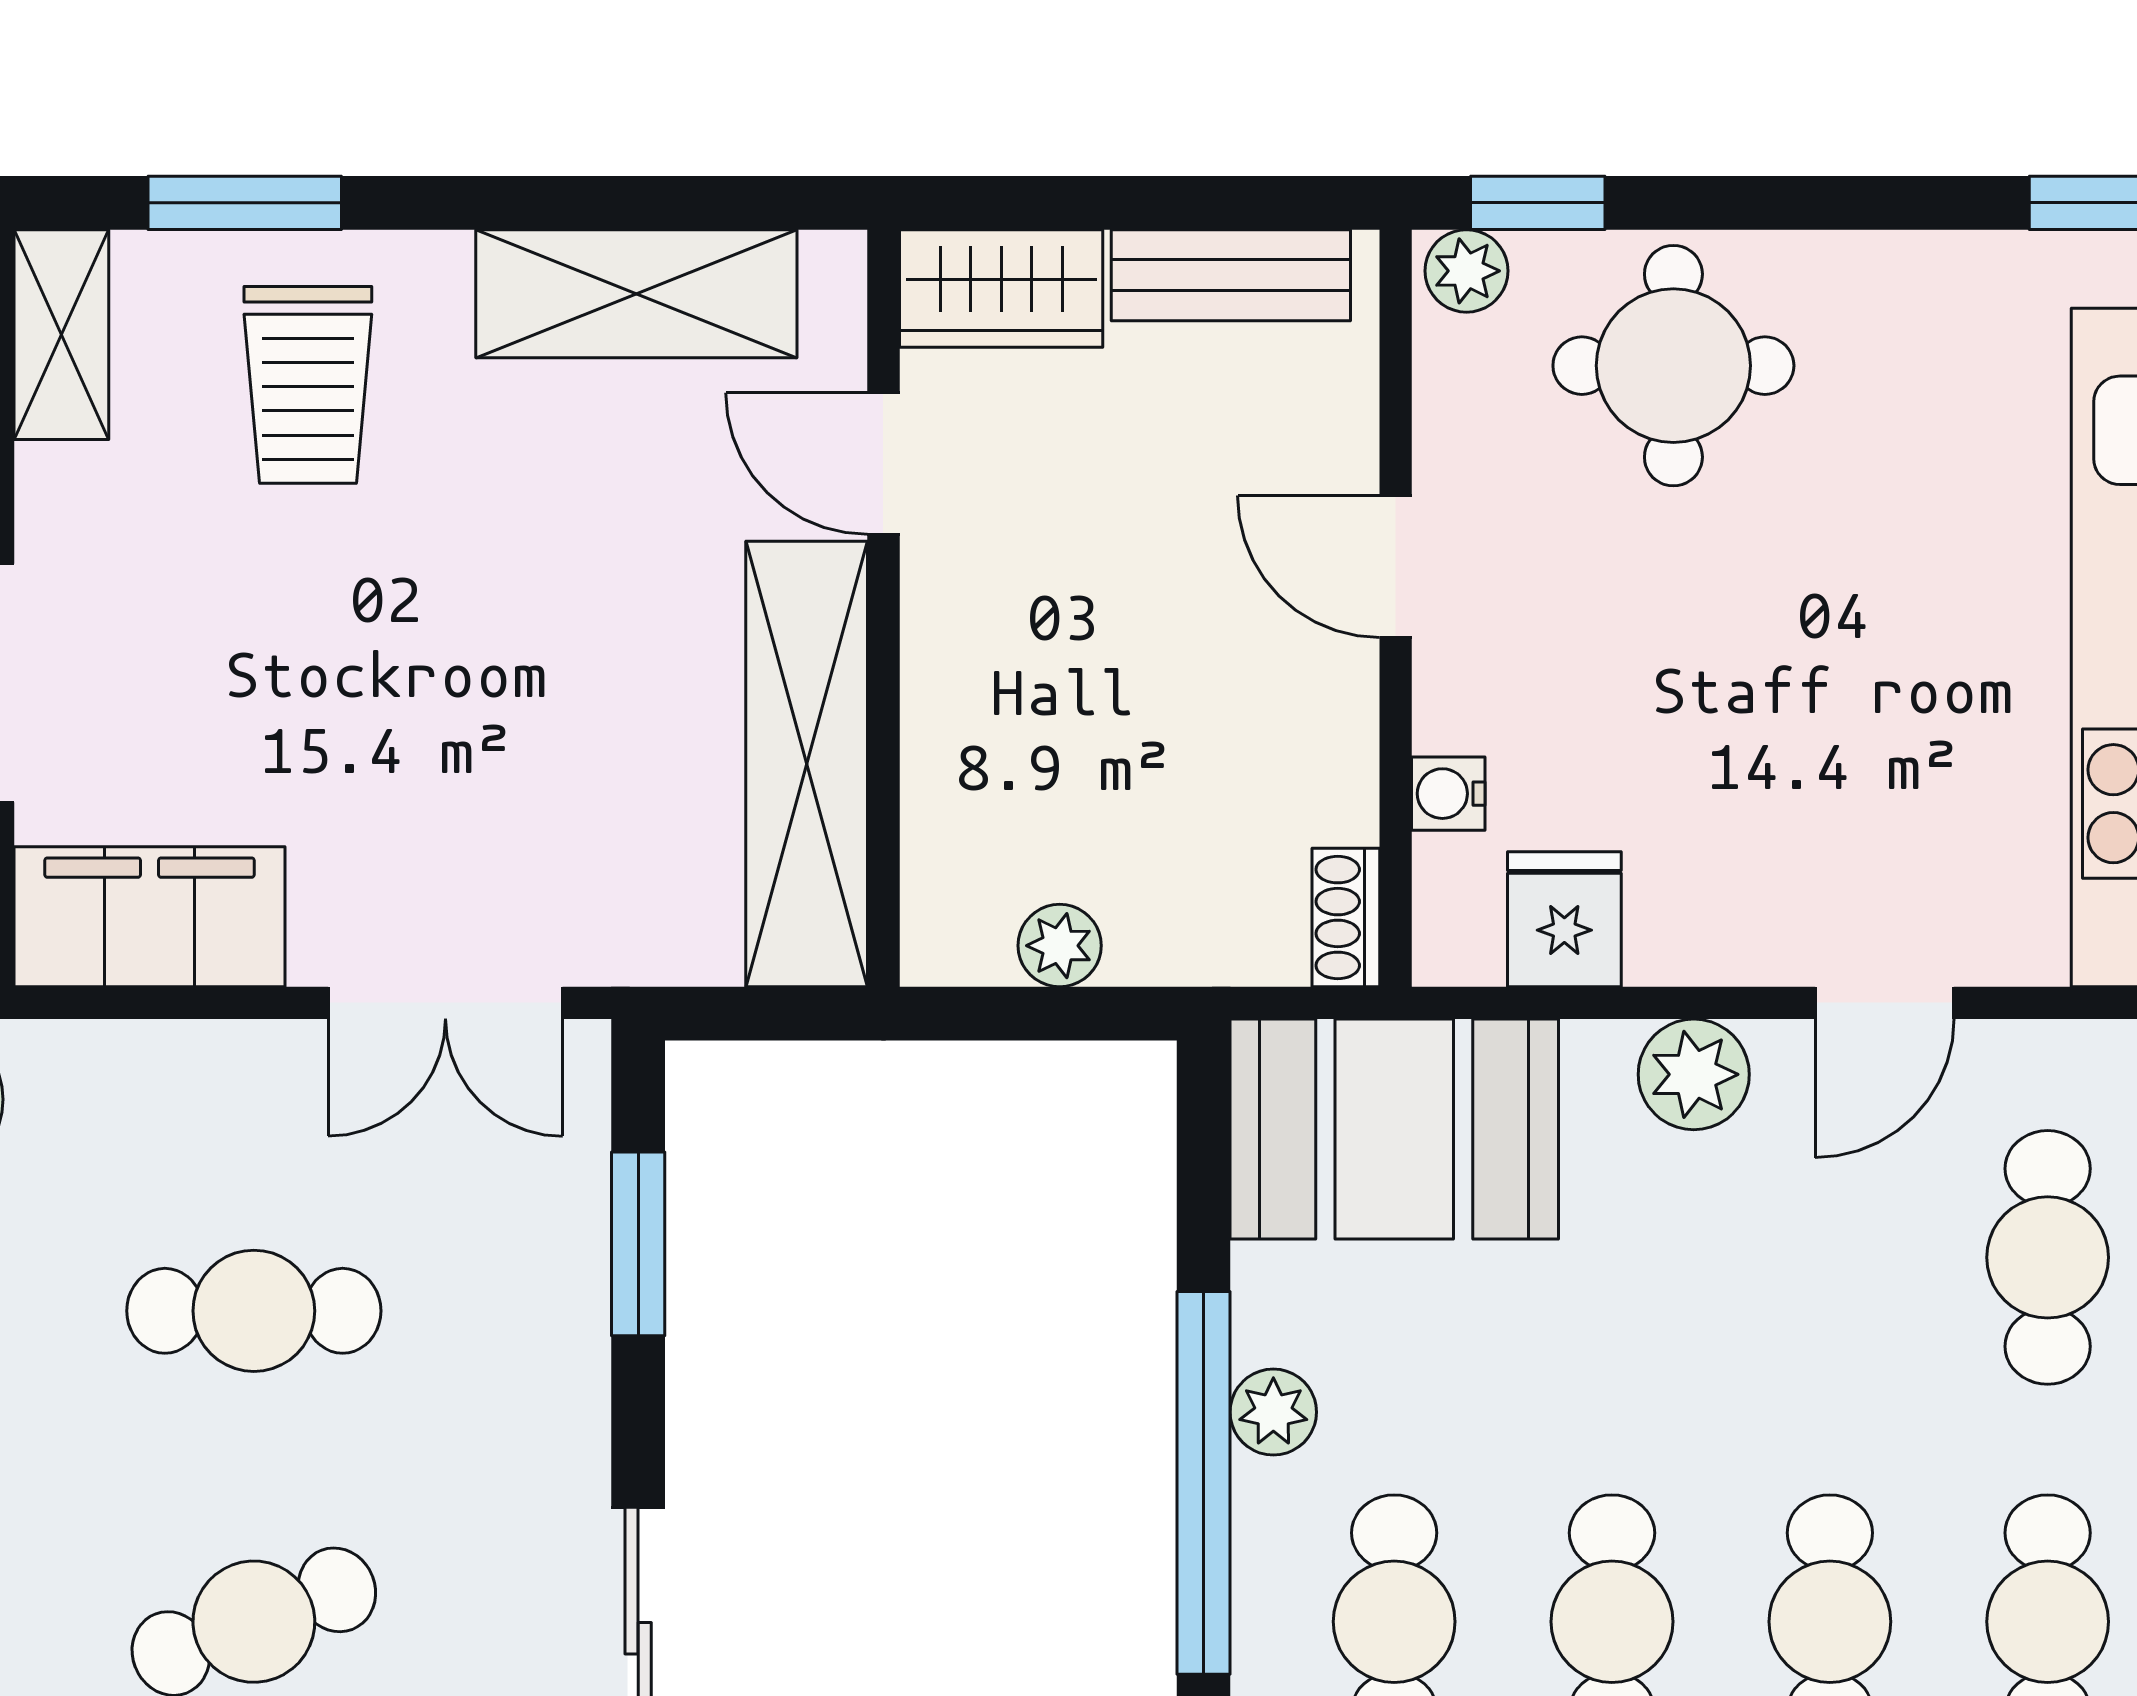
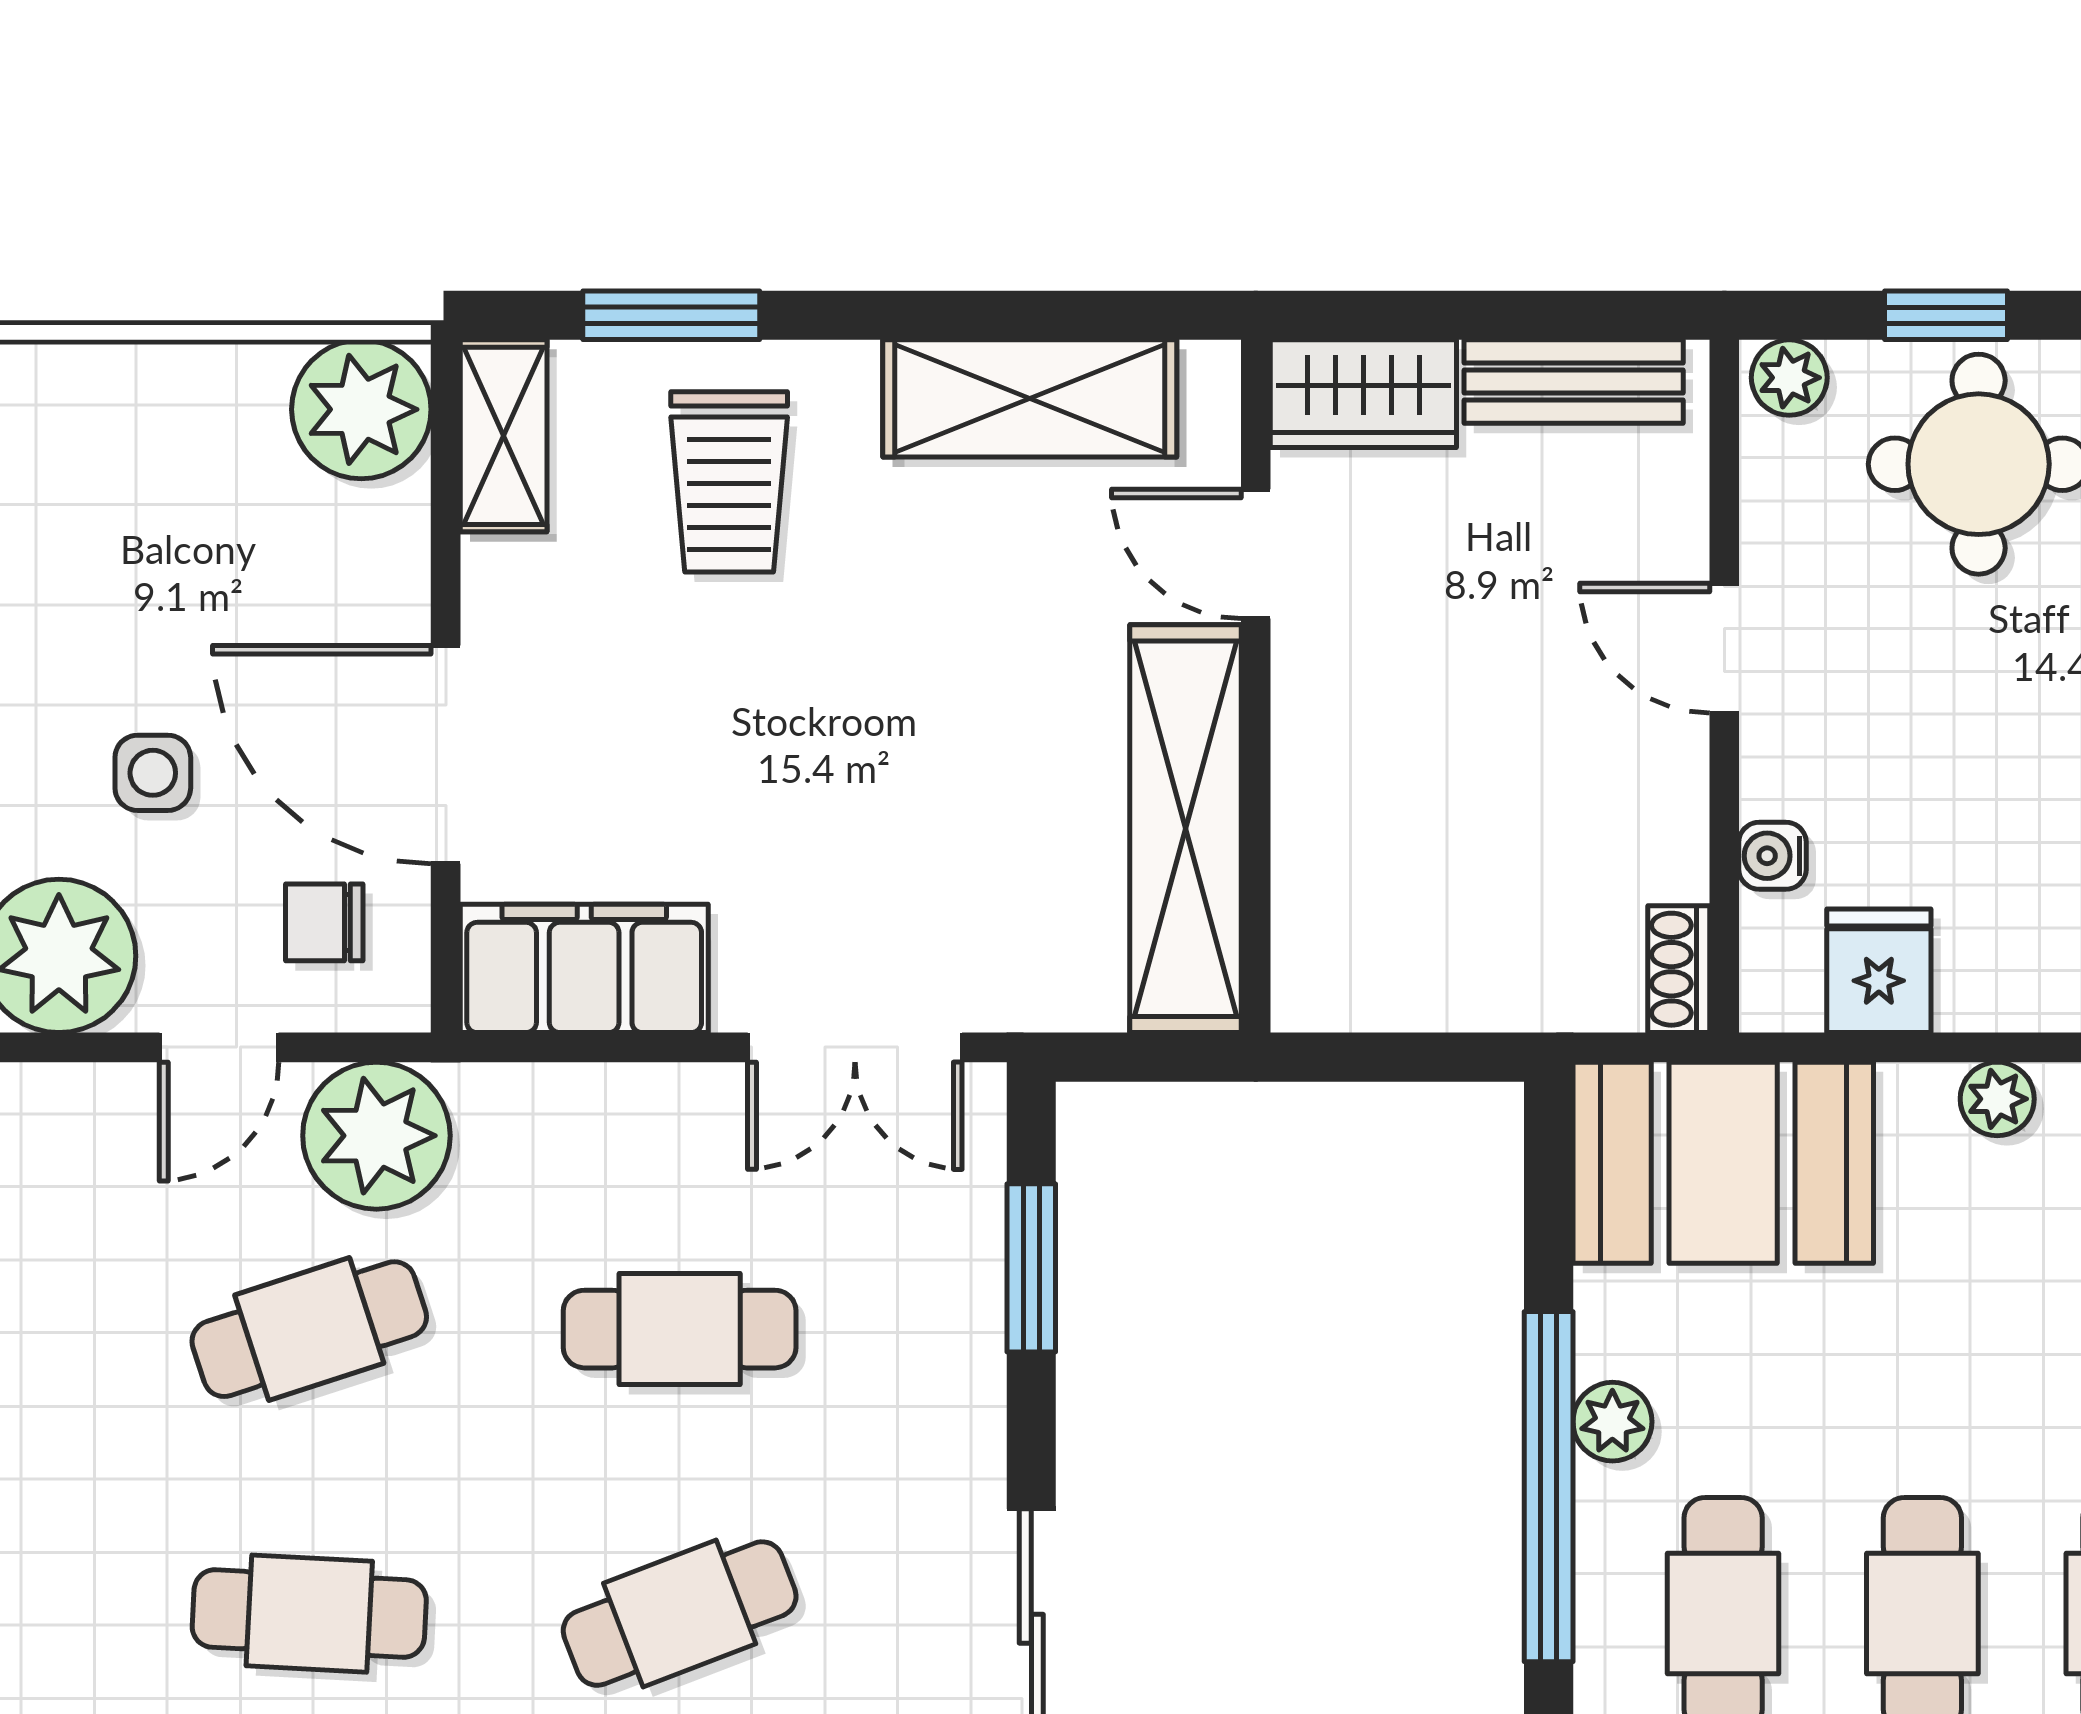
window: (1538, 203) -> (1946, 315), moved
plant: (1060, 946) -> (1417, 995), removed
plant: (1694, 1074) -> (1997, 1099), width x0.73, depth x0.73

